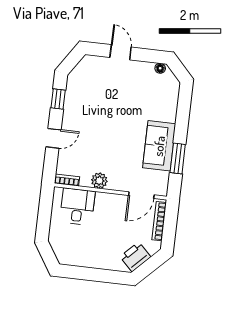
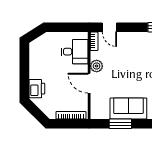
door: (53, 138) -> (109, 27), moved
door: (141, 195) -> (89, 83), moved
printer: (135, 257) -> (37, 89), moved, turned 45

